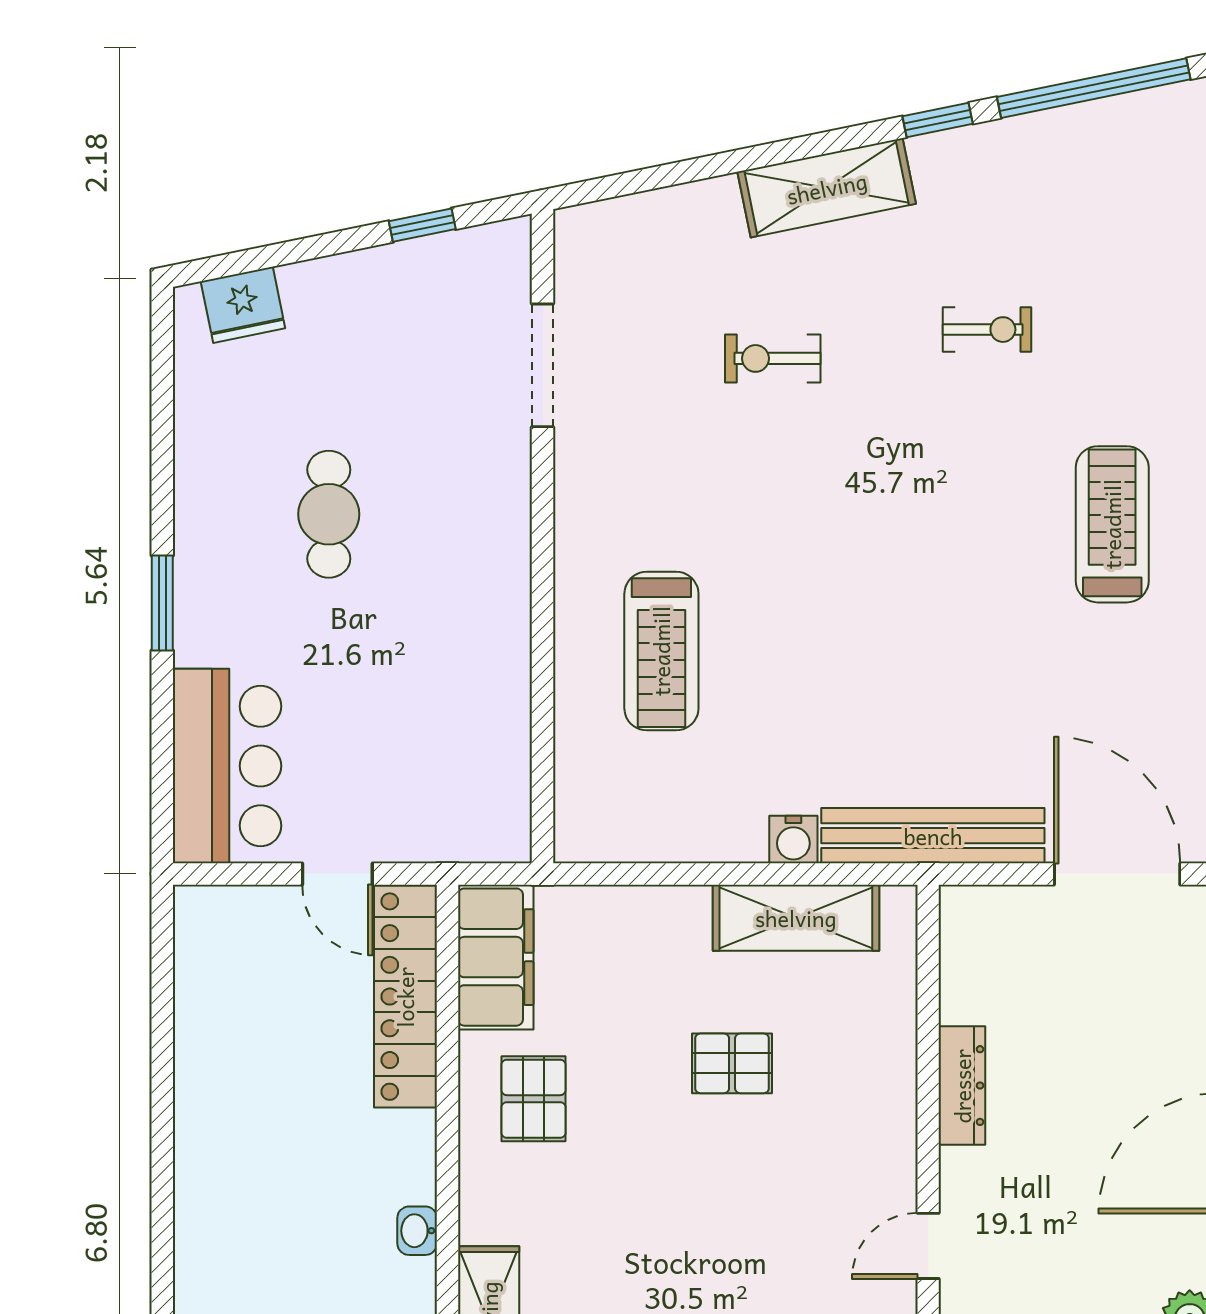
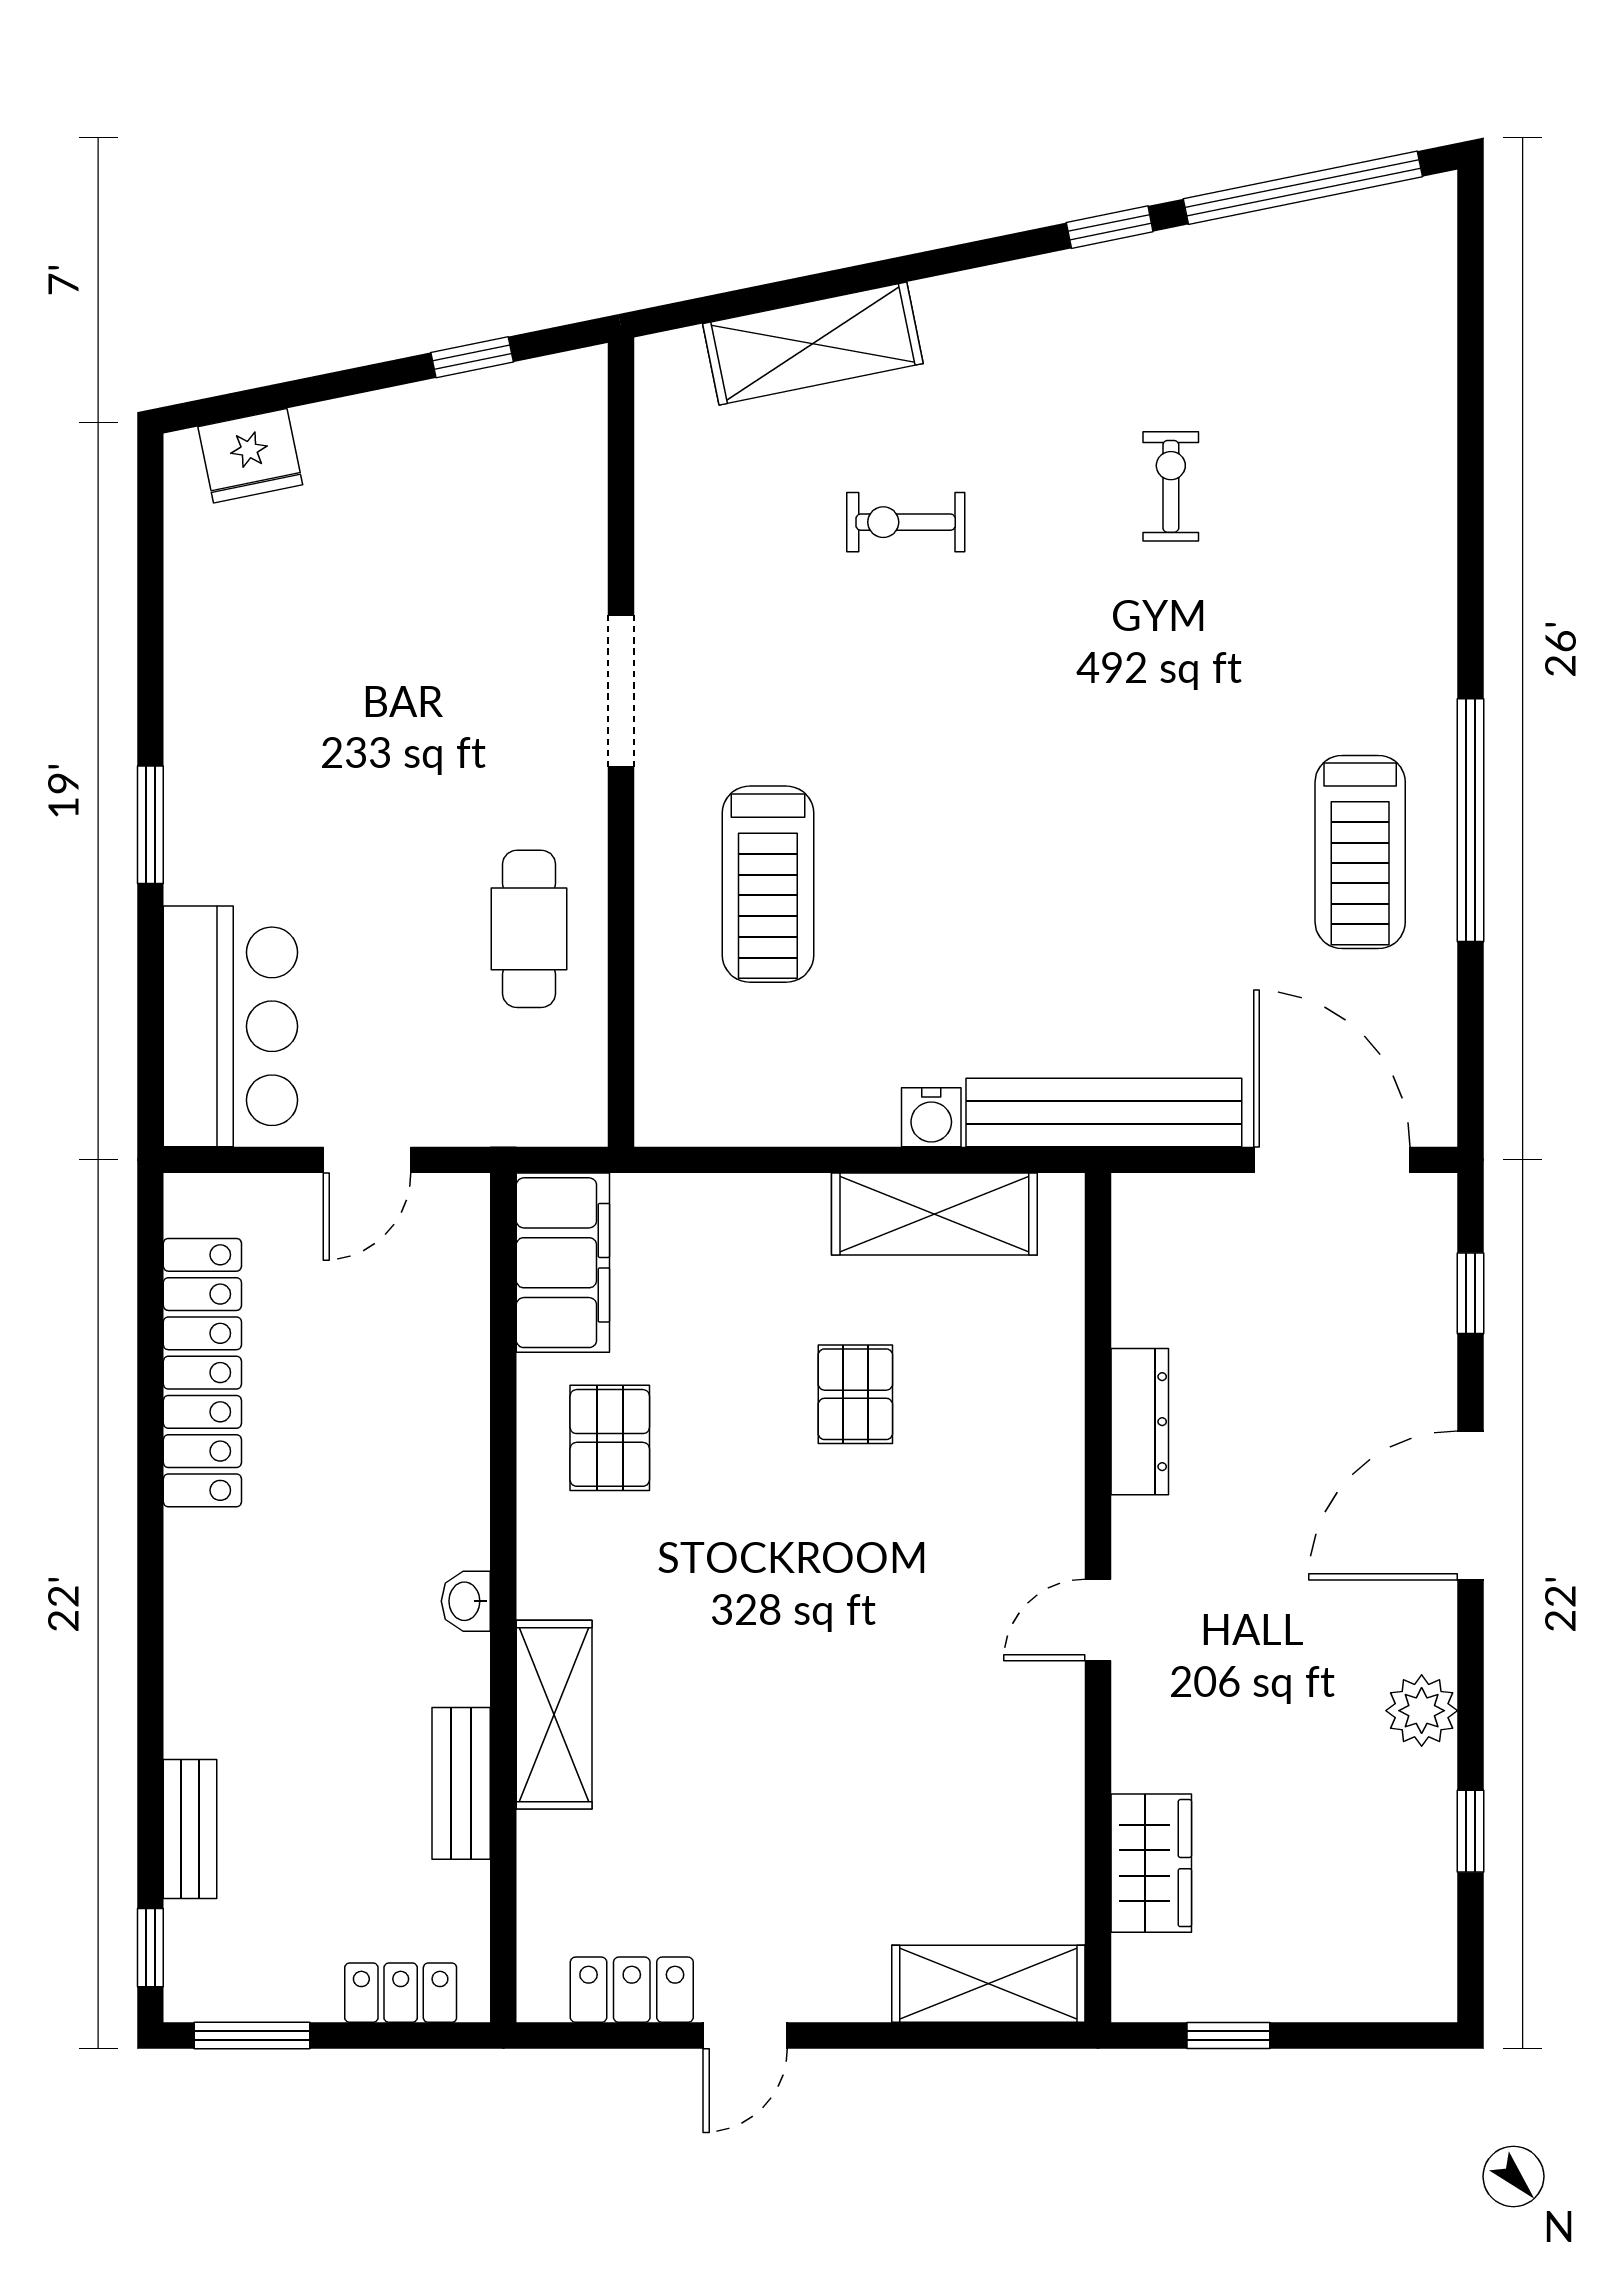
shelving: (827, 188) -> (813, 344), moved
exercise bike: (987, 330) -> (1171, 486), turned -90
doorway: (543, 365) -> (621, 691), moved
cafe table: (329, 514) -> (529, 929), moved
treadmill: (1112, 524) -> (1360, 852), moved, turned 180
door: (337, 874) -> (367, 1160), hinge flipped
locker: (405, 997) -> (202, 1373), moved, turned 180
pallet: (732, 1063) -> (855, 1394), turned 90

